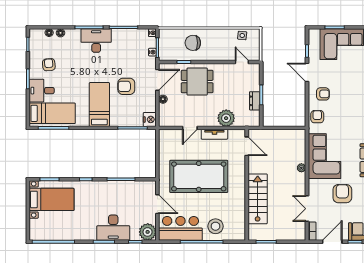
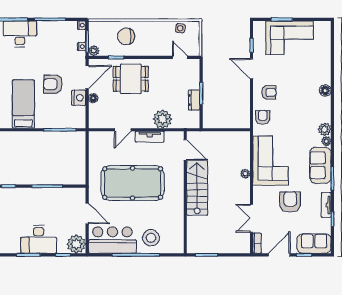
plant: (163, 56) -> (94, 51), added
nightstand: (150, 119) -> (79, 98), moved
stairs: (258, 199) -> (197, 188), moved

